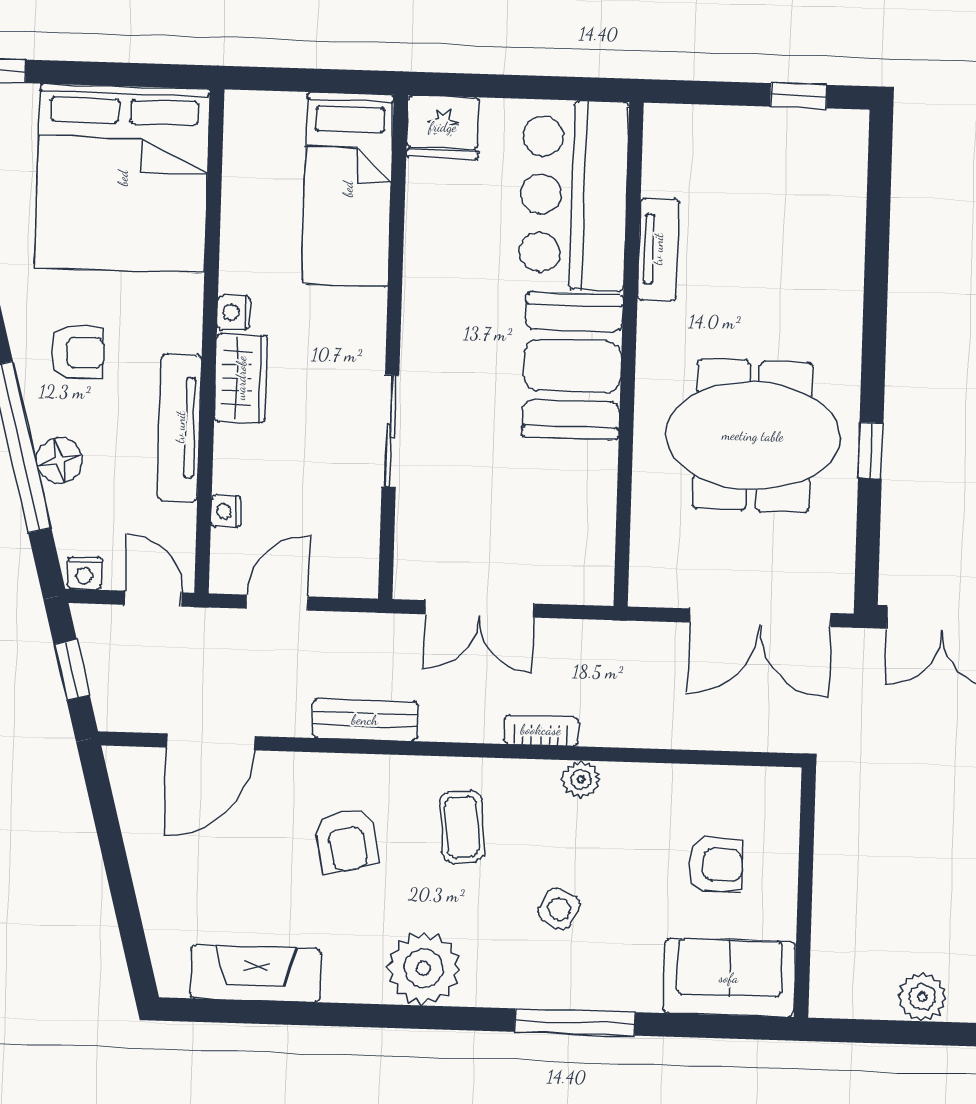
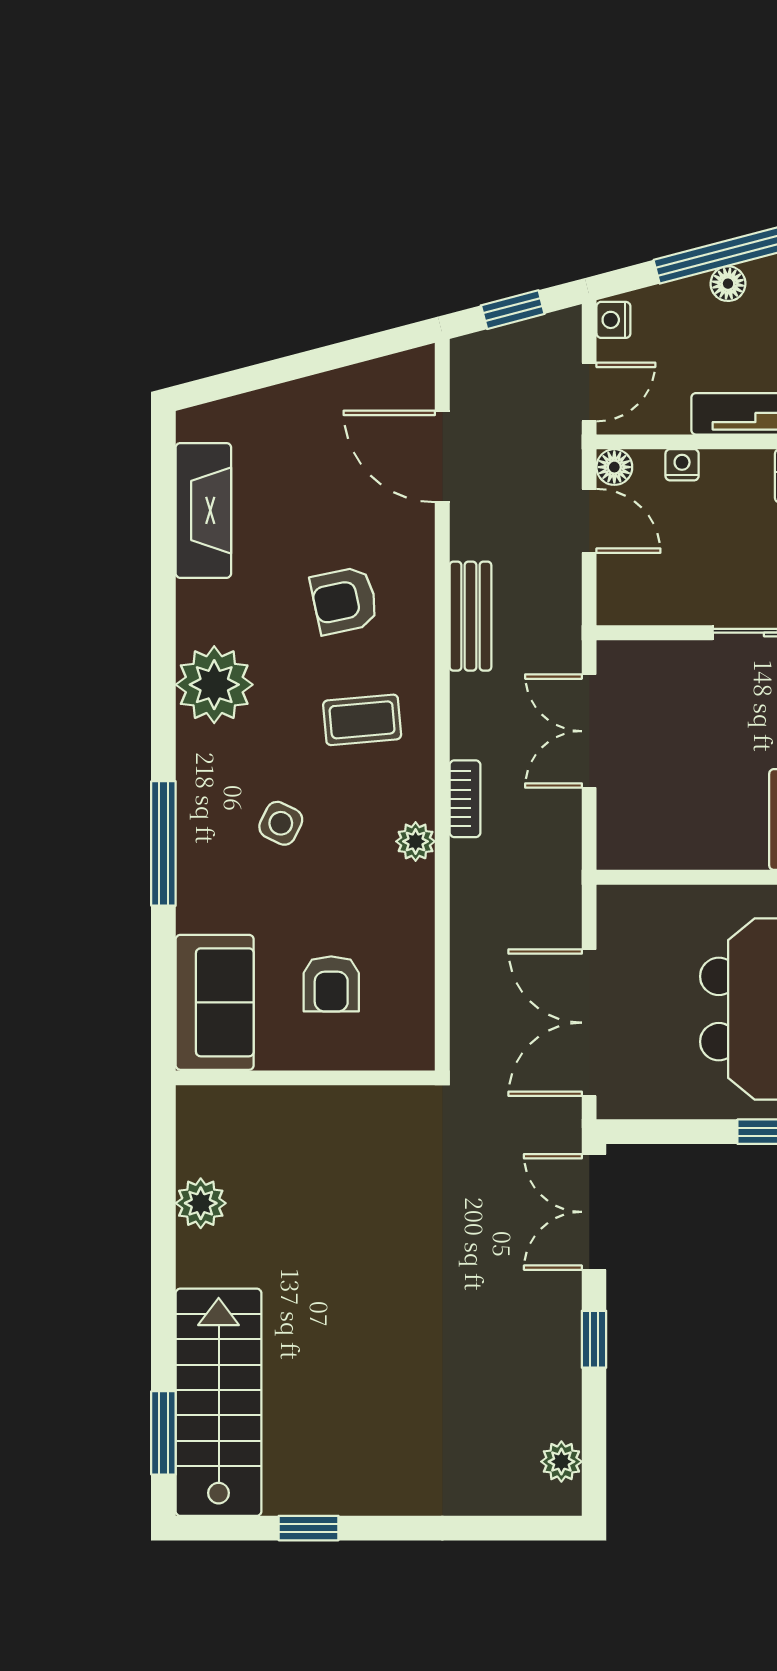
floor lamp: (59, 460) -> (728, 284), width x0.73, depth x0.73
floor lamp: (226, 577) -> (614, 467), added

